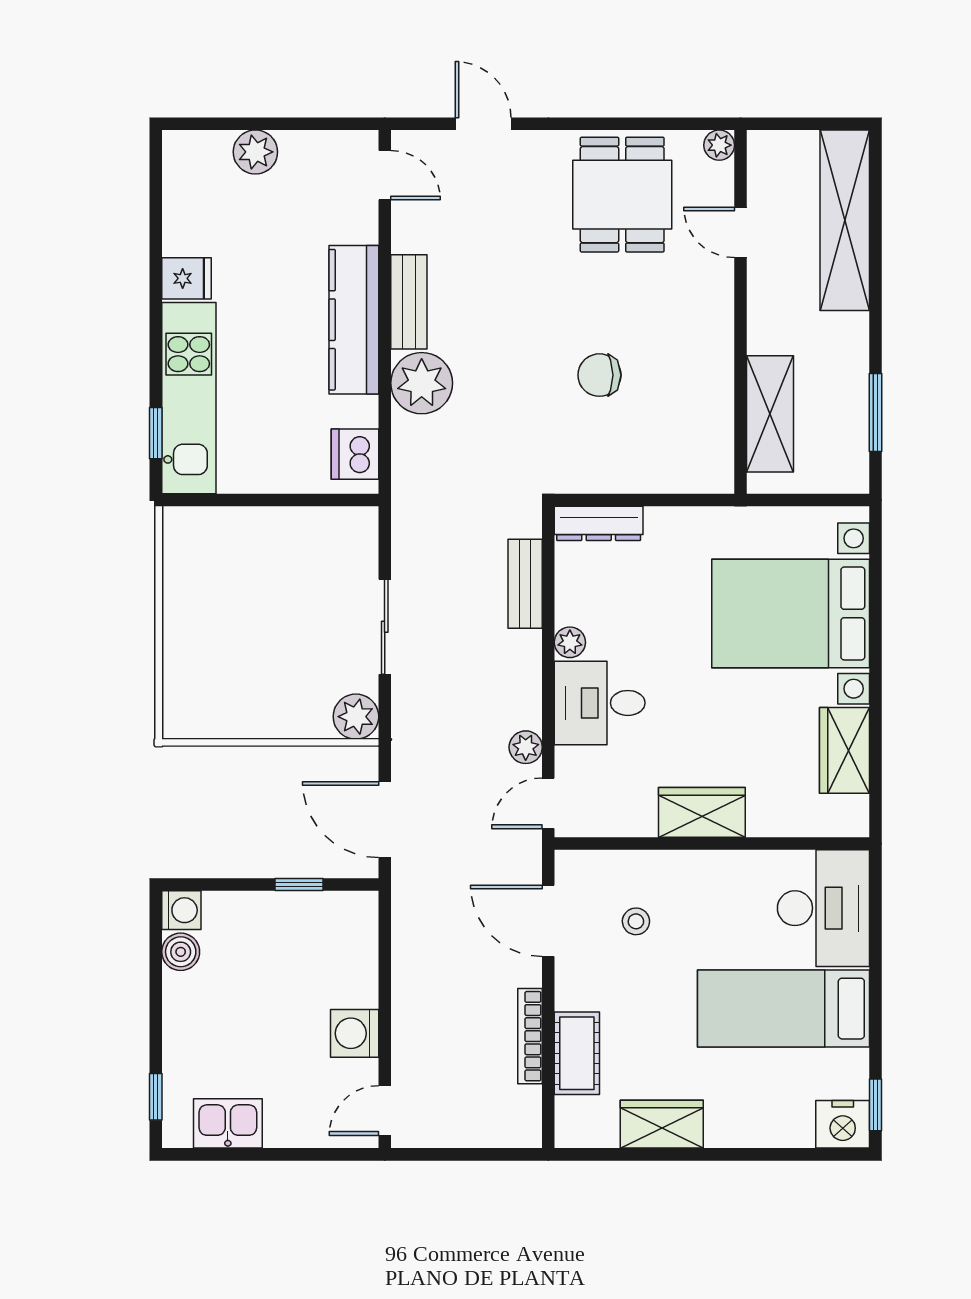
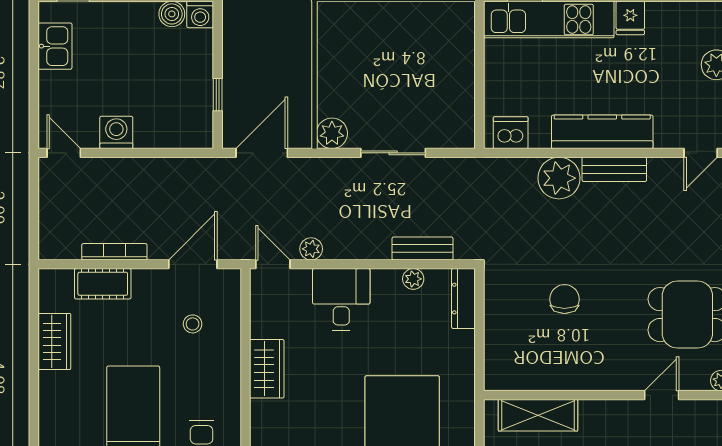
plant: (570, 642) -> (413, 279), moved

